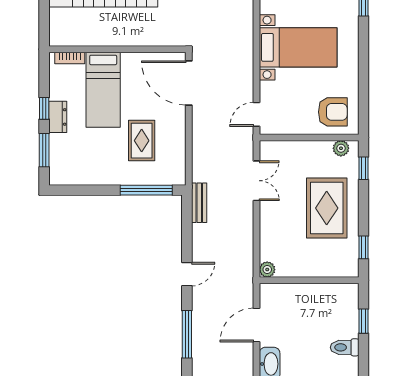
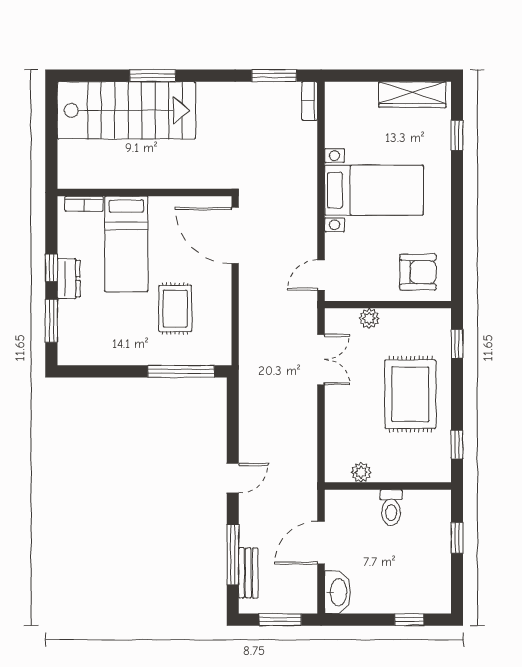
plant: (341, 148) -> (369, 318), moved
bench: (199, 203) -> (248, 573), moved
plant: (267, 270) -> (361, 472), moved
toilet: (345, 347) -> (391, 508), moved, turned -90

